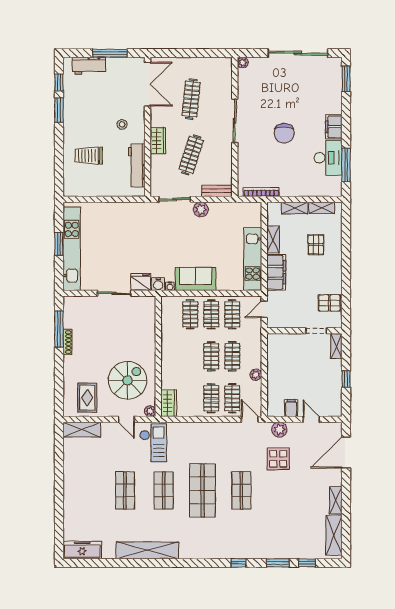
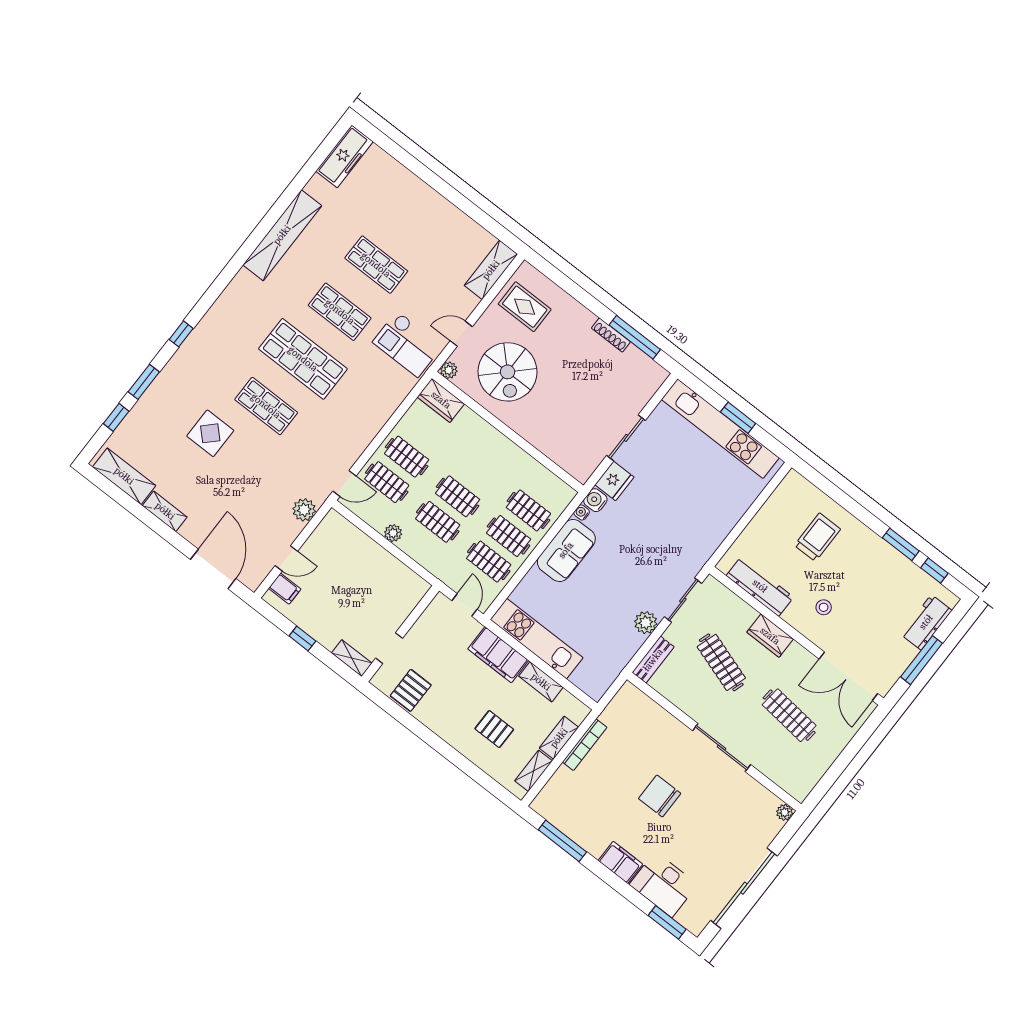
desk: (328, 158) -> (663, 885), moved
bookcase: (261, 192) -> (585, 745), moved
filing cabinet: (291, 408) -> (285, 589), moved
display table: (278, 459) -> (210, 433), moved

